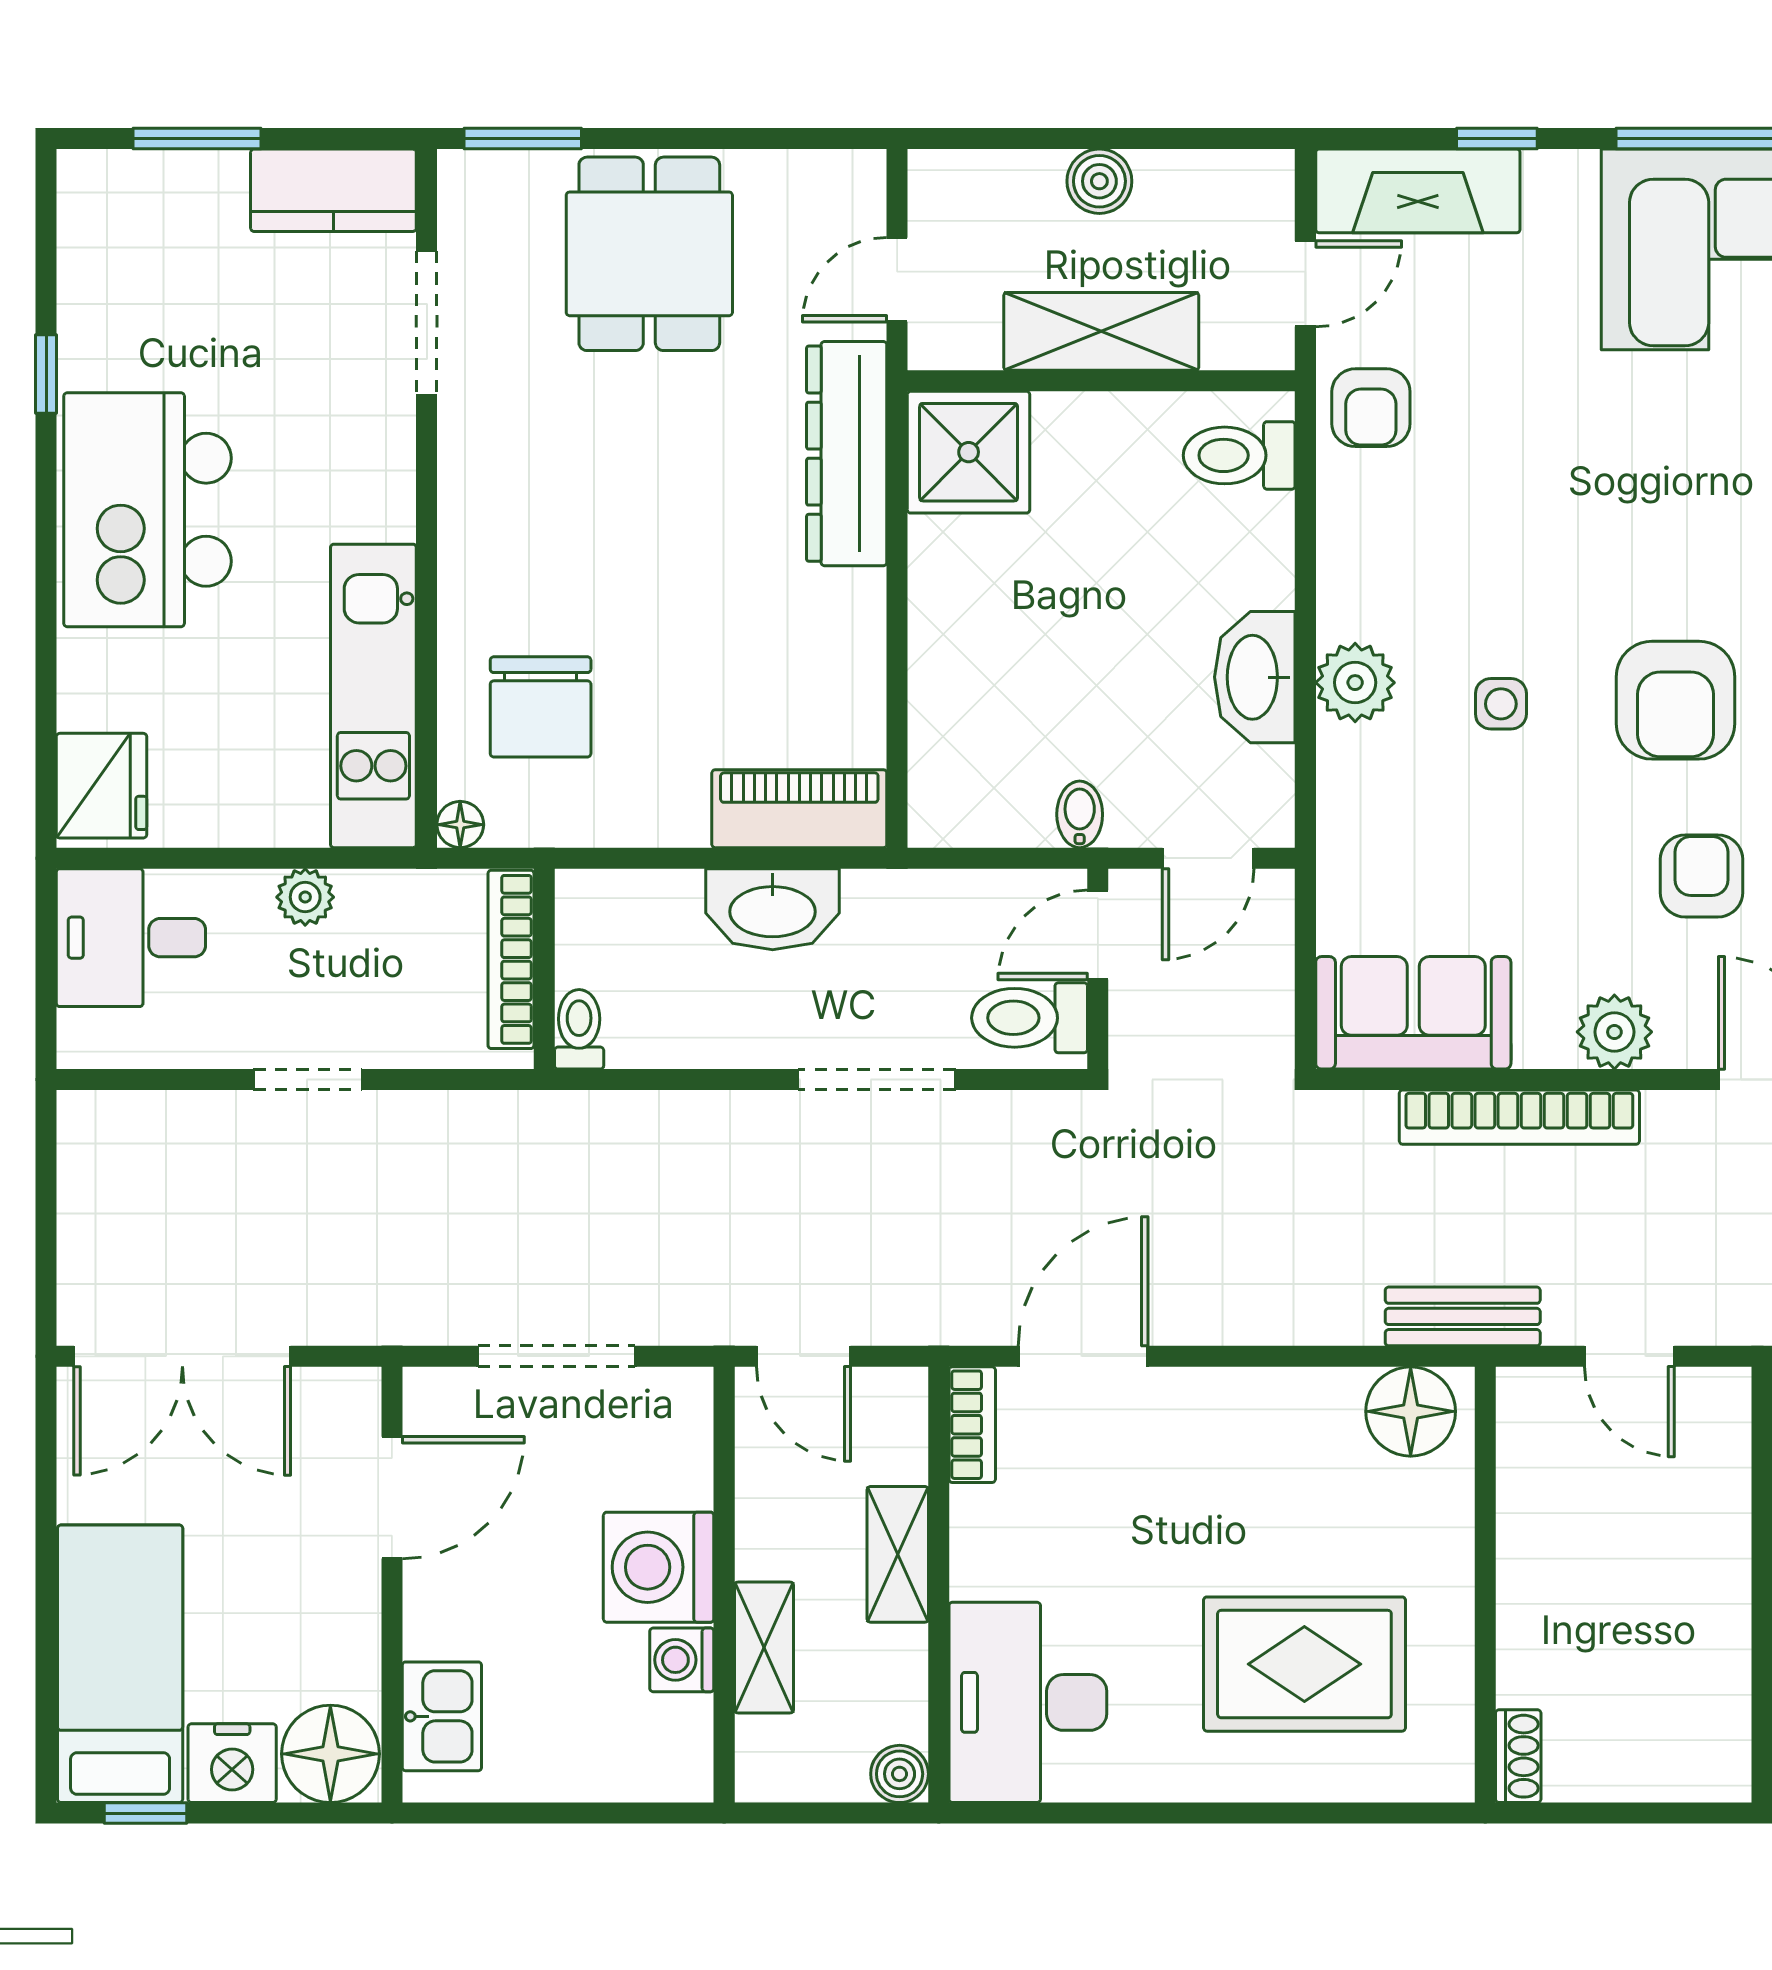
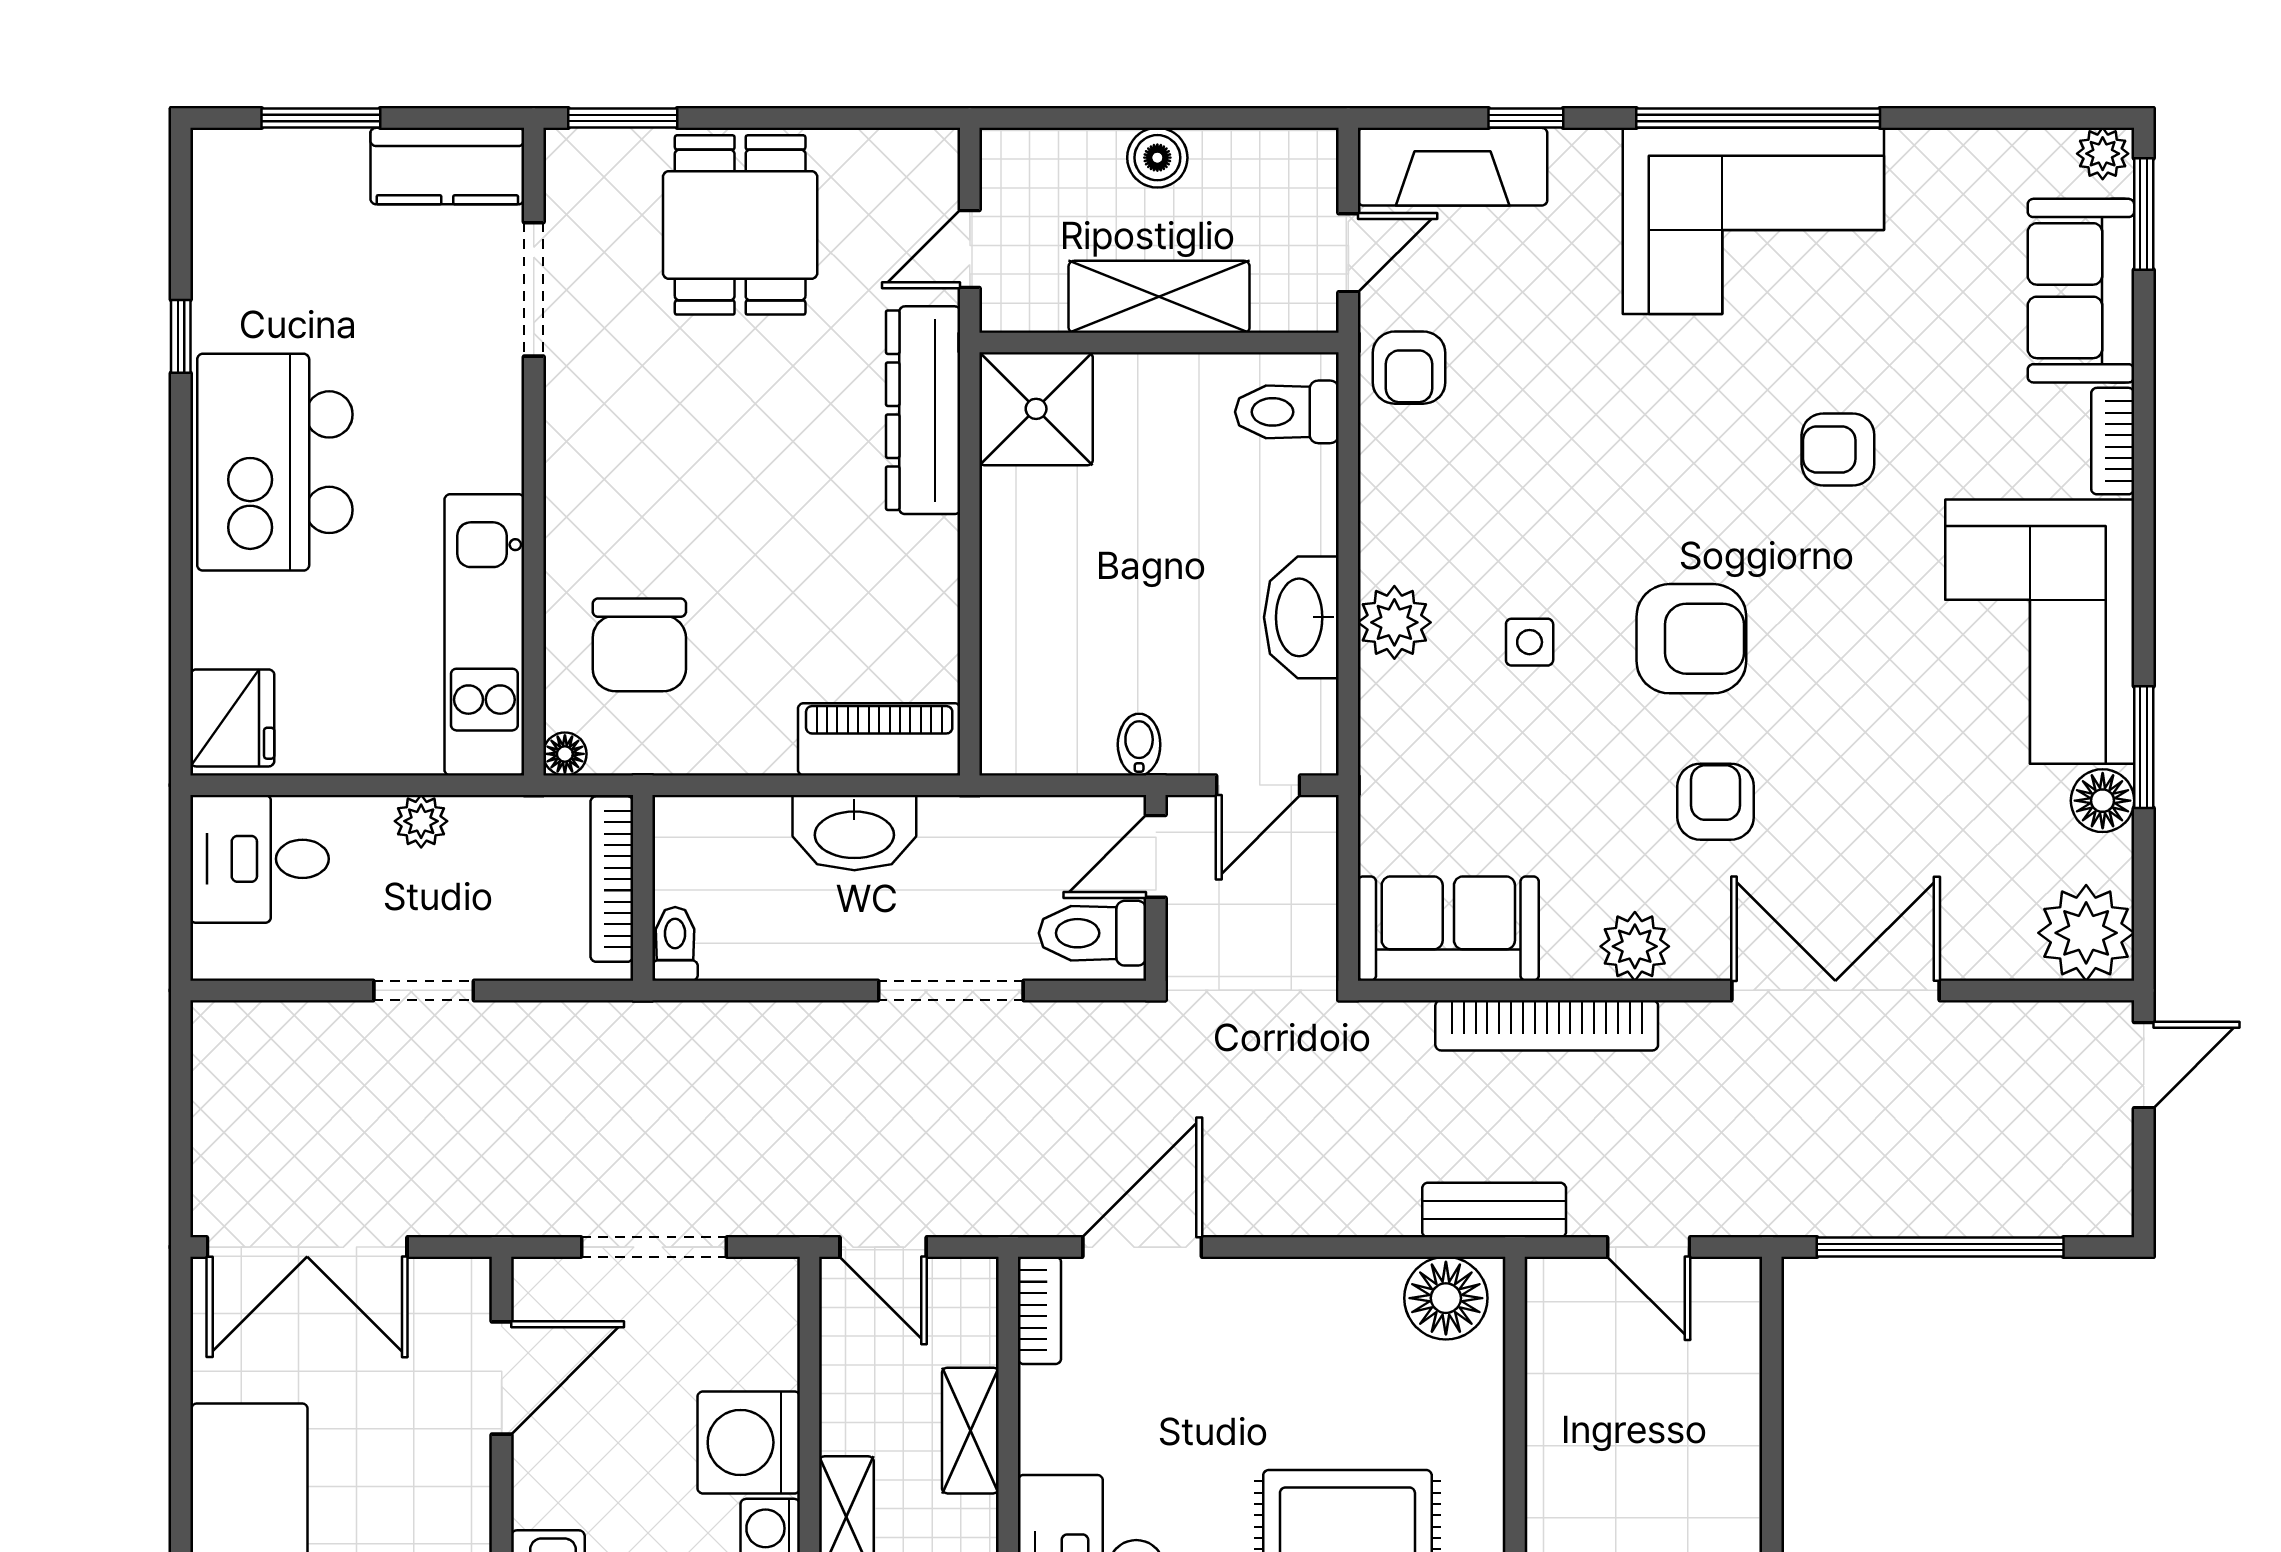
armchair: (1675, 700) -> (1691, 639), turned -90

